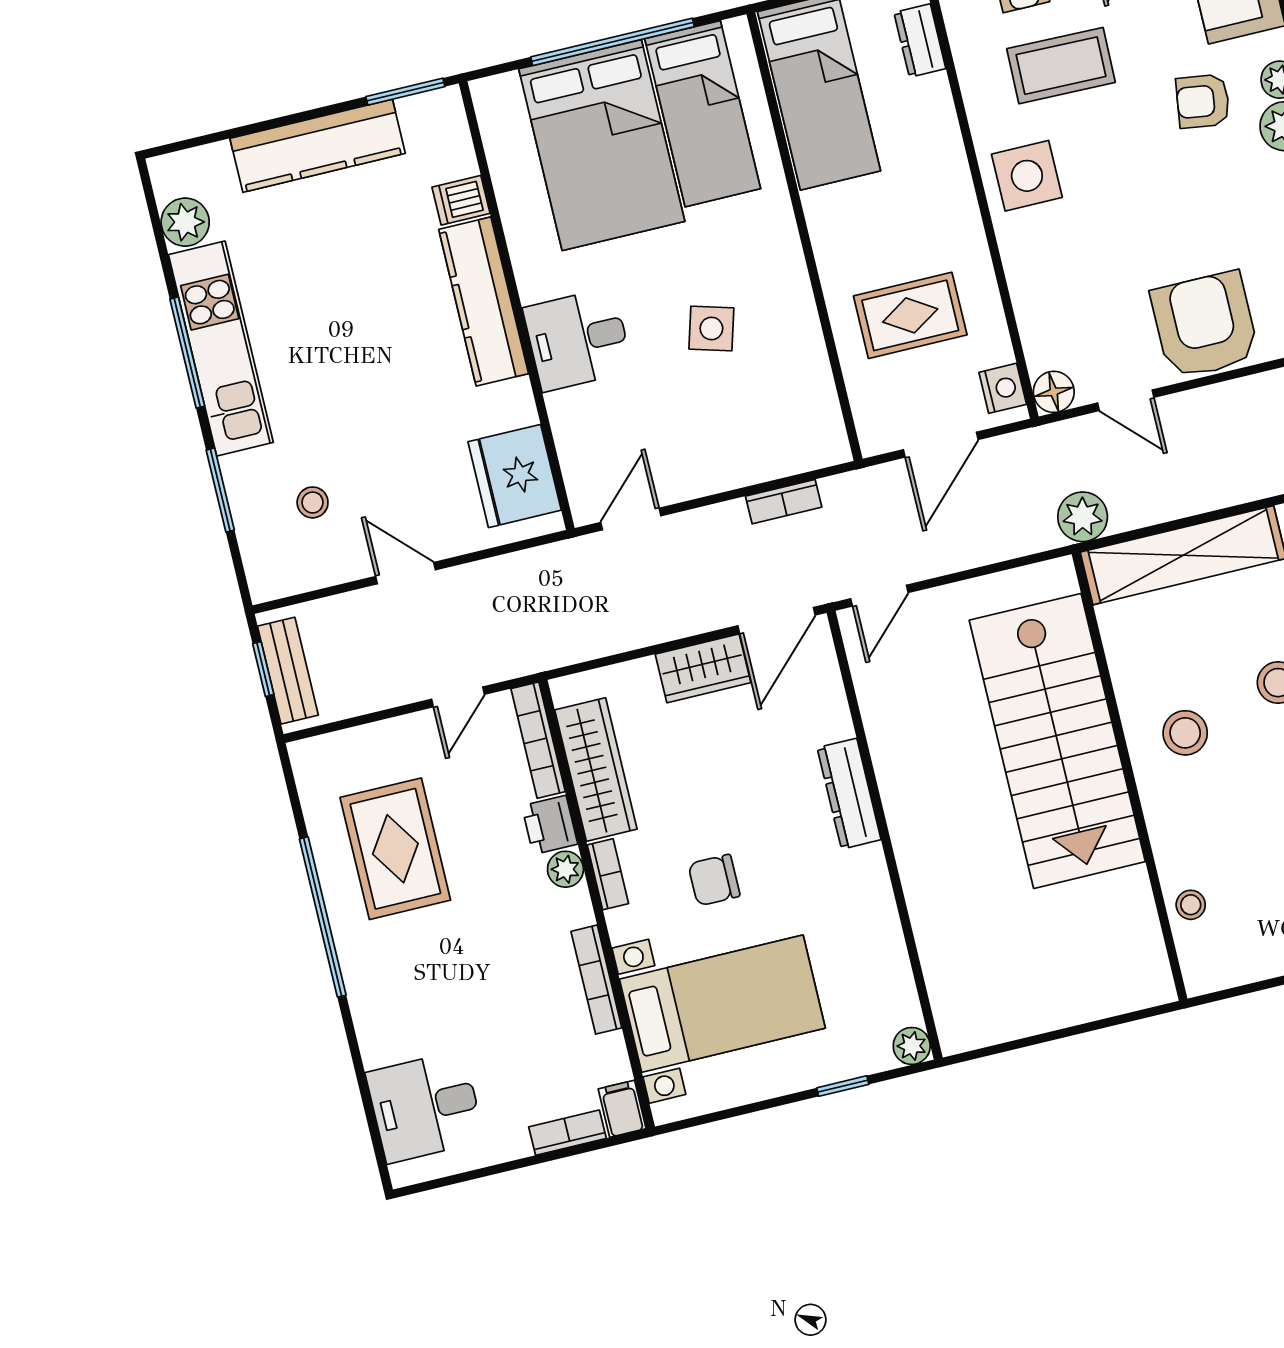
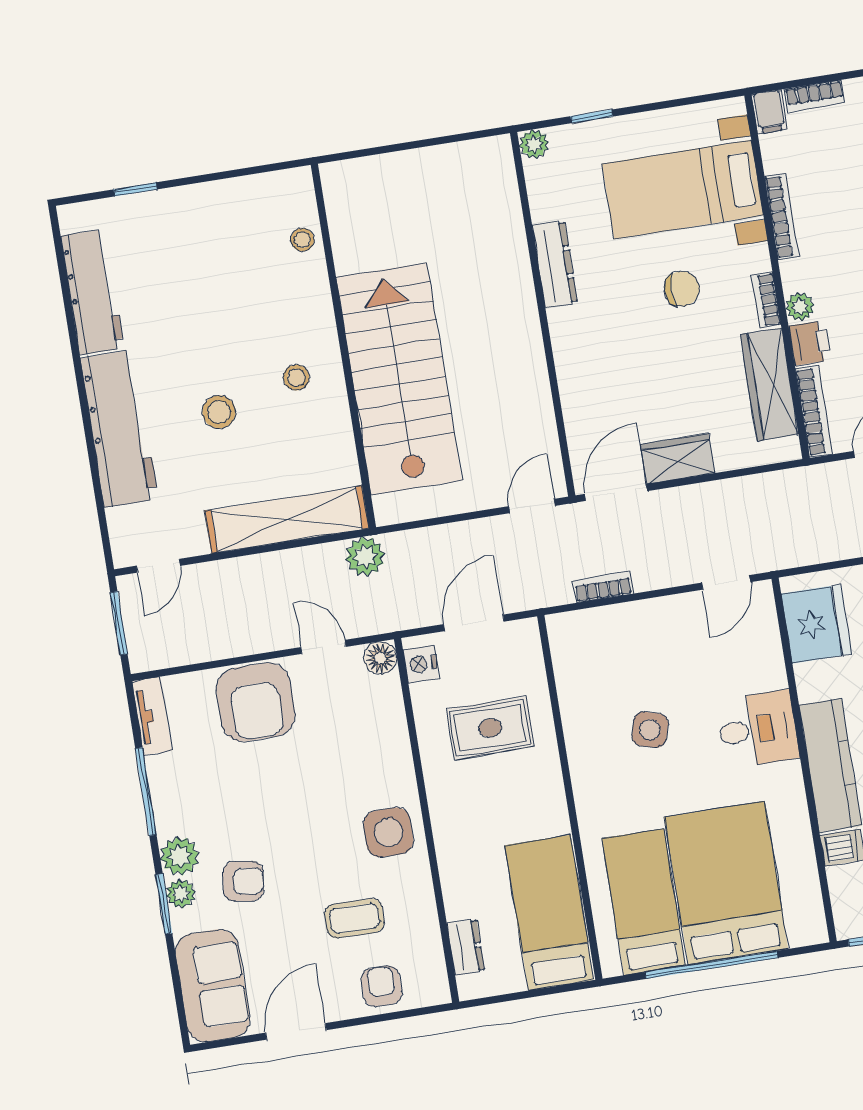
coffee table: (1061, 66) -> (354, 918), width x0.73, depth x0.77
stool: (1185, 733) -> (296, 377), width x0.73, depth x0.73
dresser: (849, 794) -> (555, 264), moved

